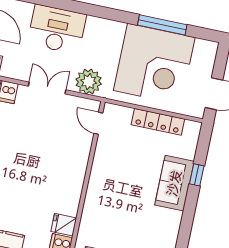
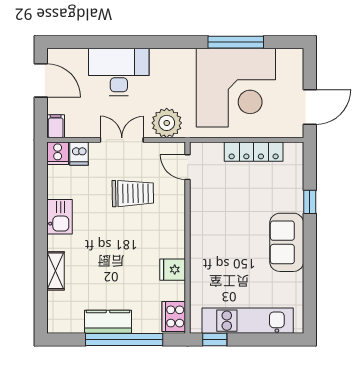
trolley: (47, 136) -> (133, 193), added
sofa: (174, 183) -> (287, 242), moved
fridge: (64, 225) -> (173, 270), moved

